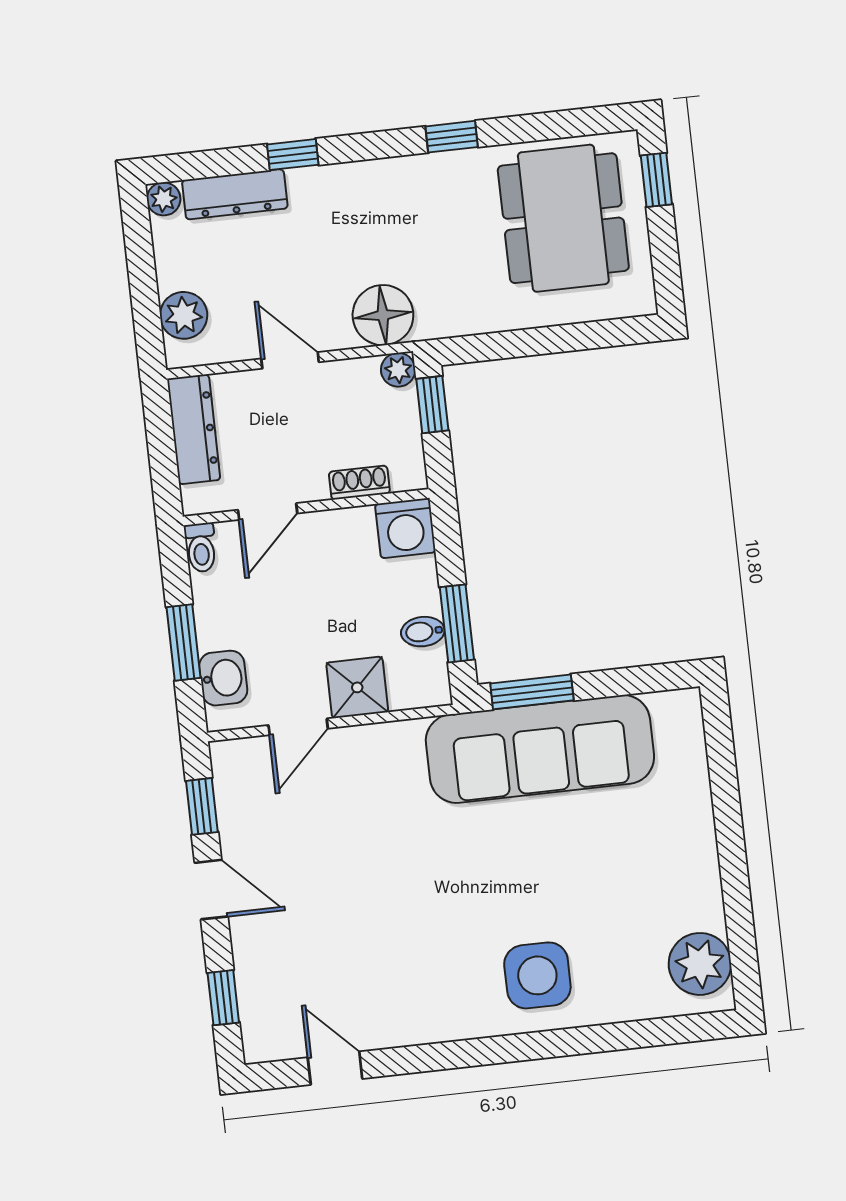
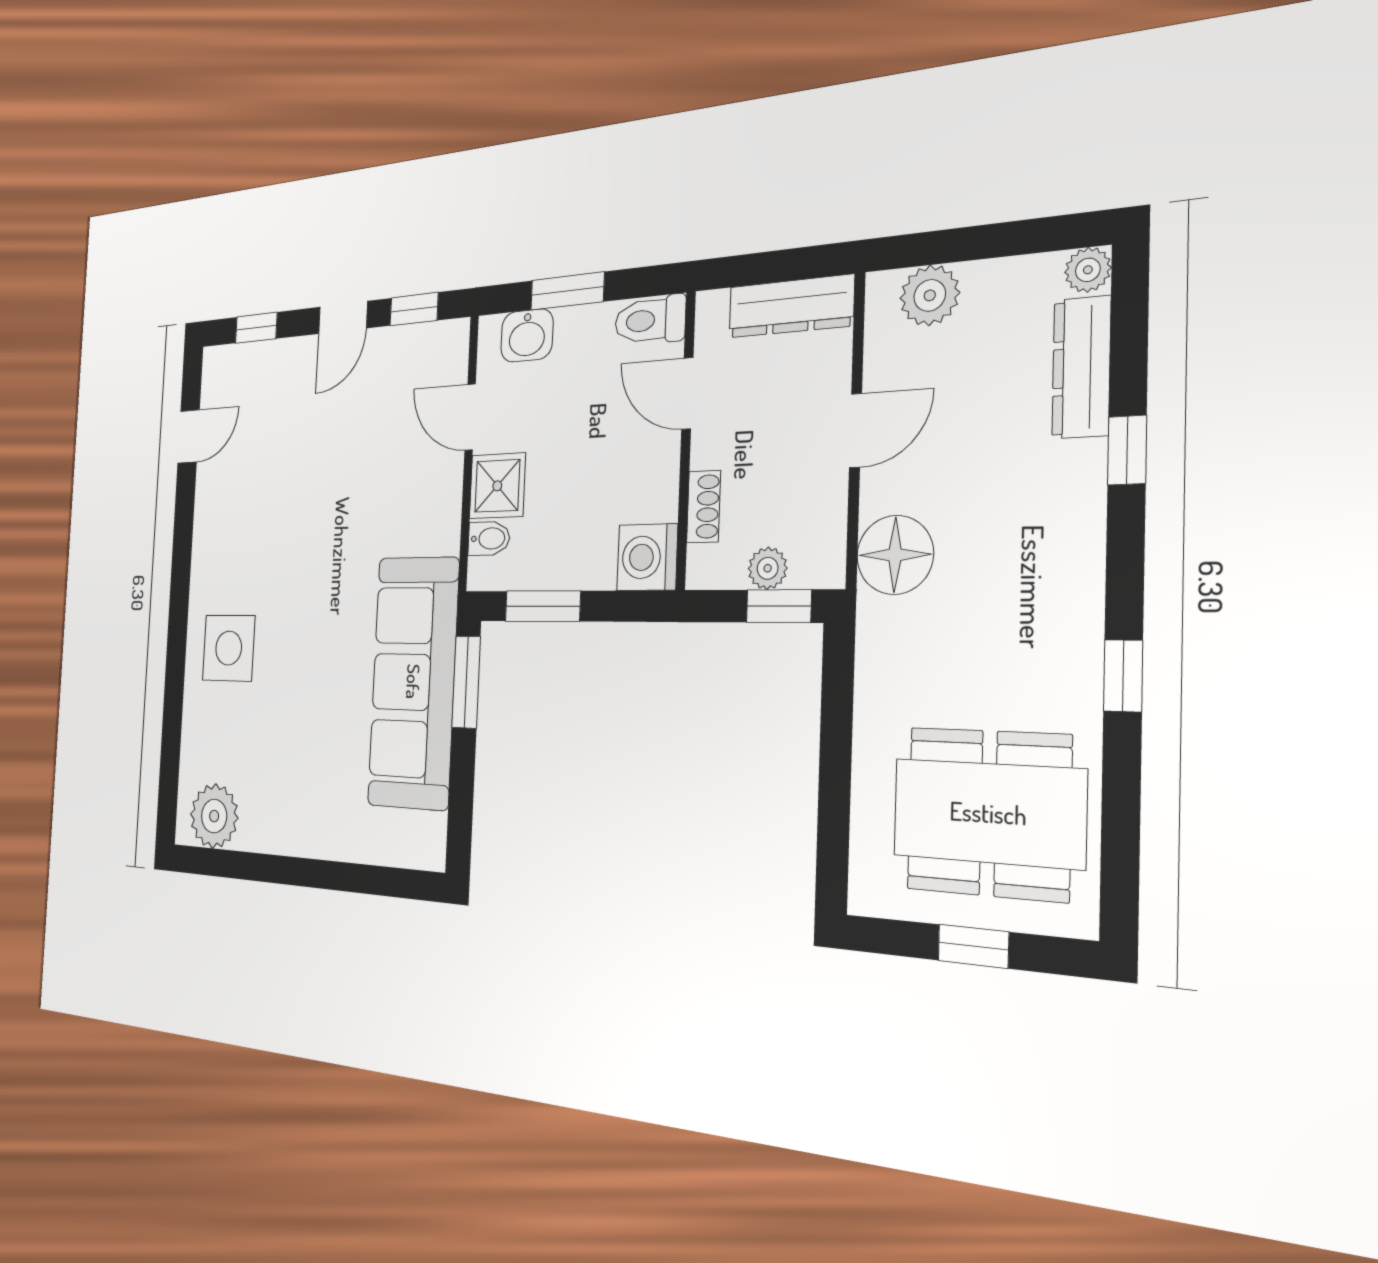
window: (656, 180) -> (973, 946), moved
plant: (398, 370) -> (768, 568), moved
toilet: (201, 548) -> (650, 320), width x1.37, depth x1.39
bidet: (423, 632) -> (489, 538), moved, turned 90

